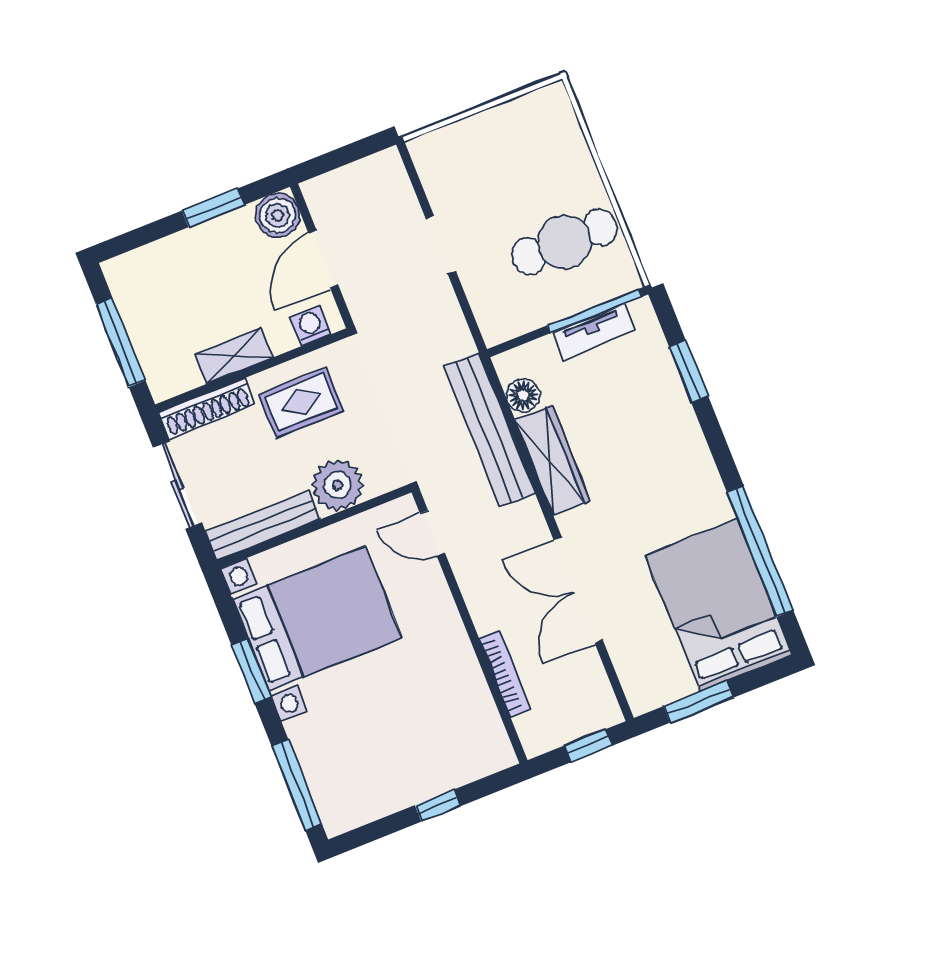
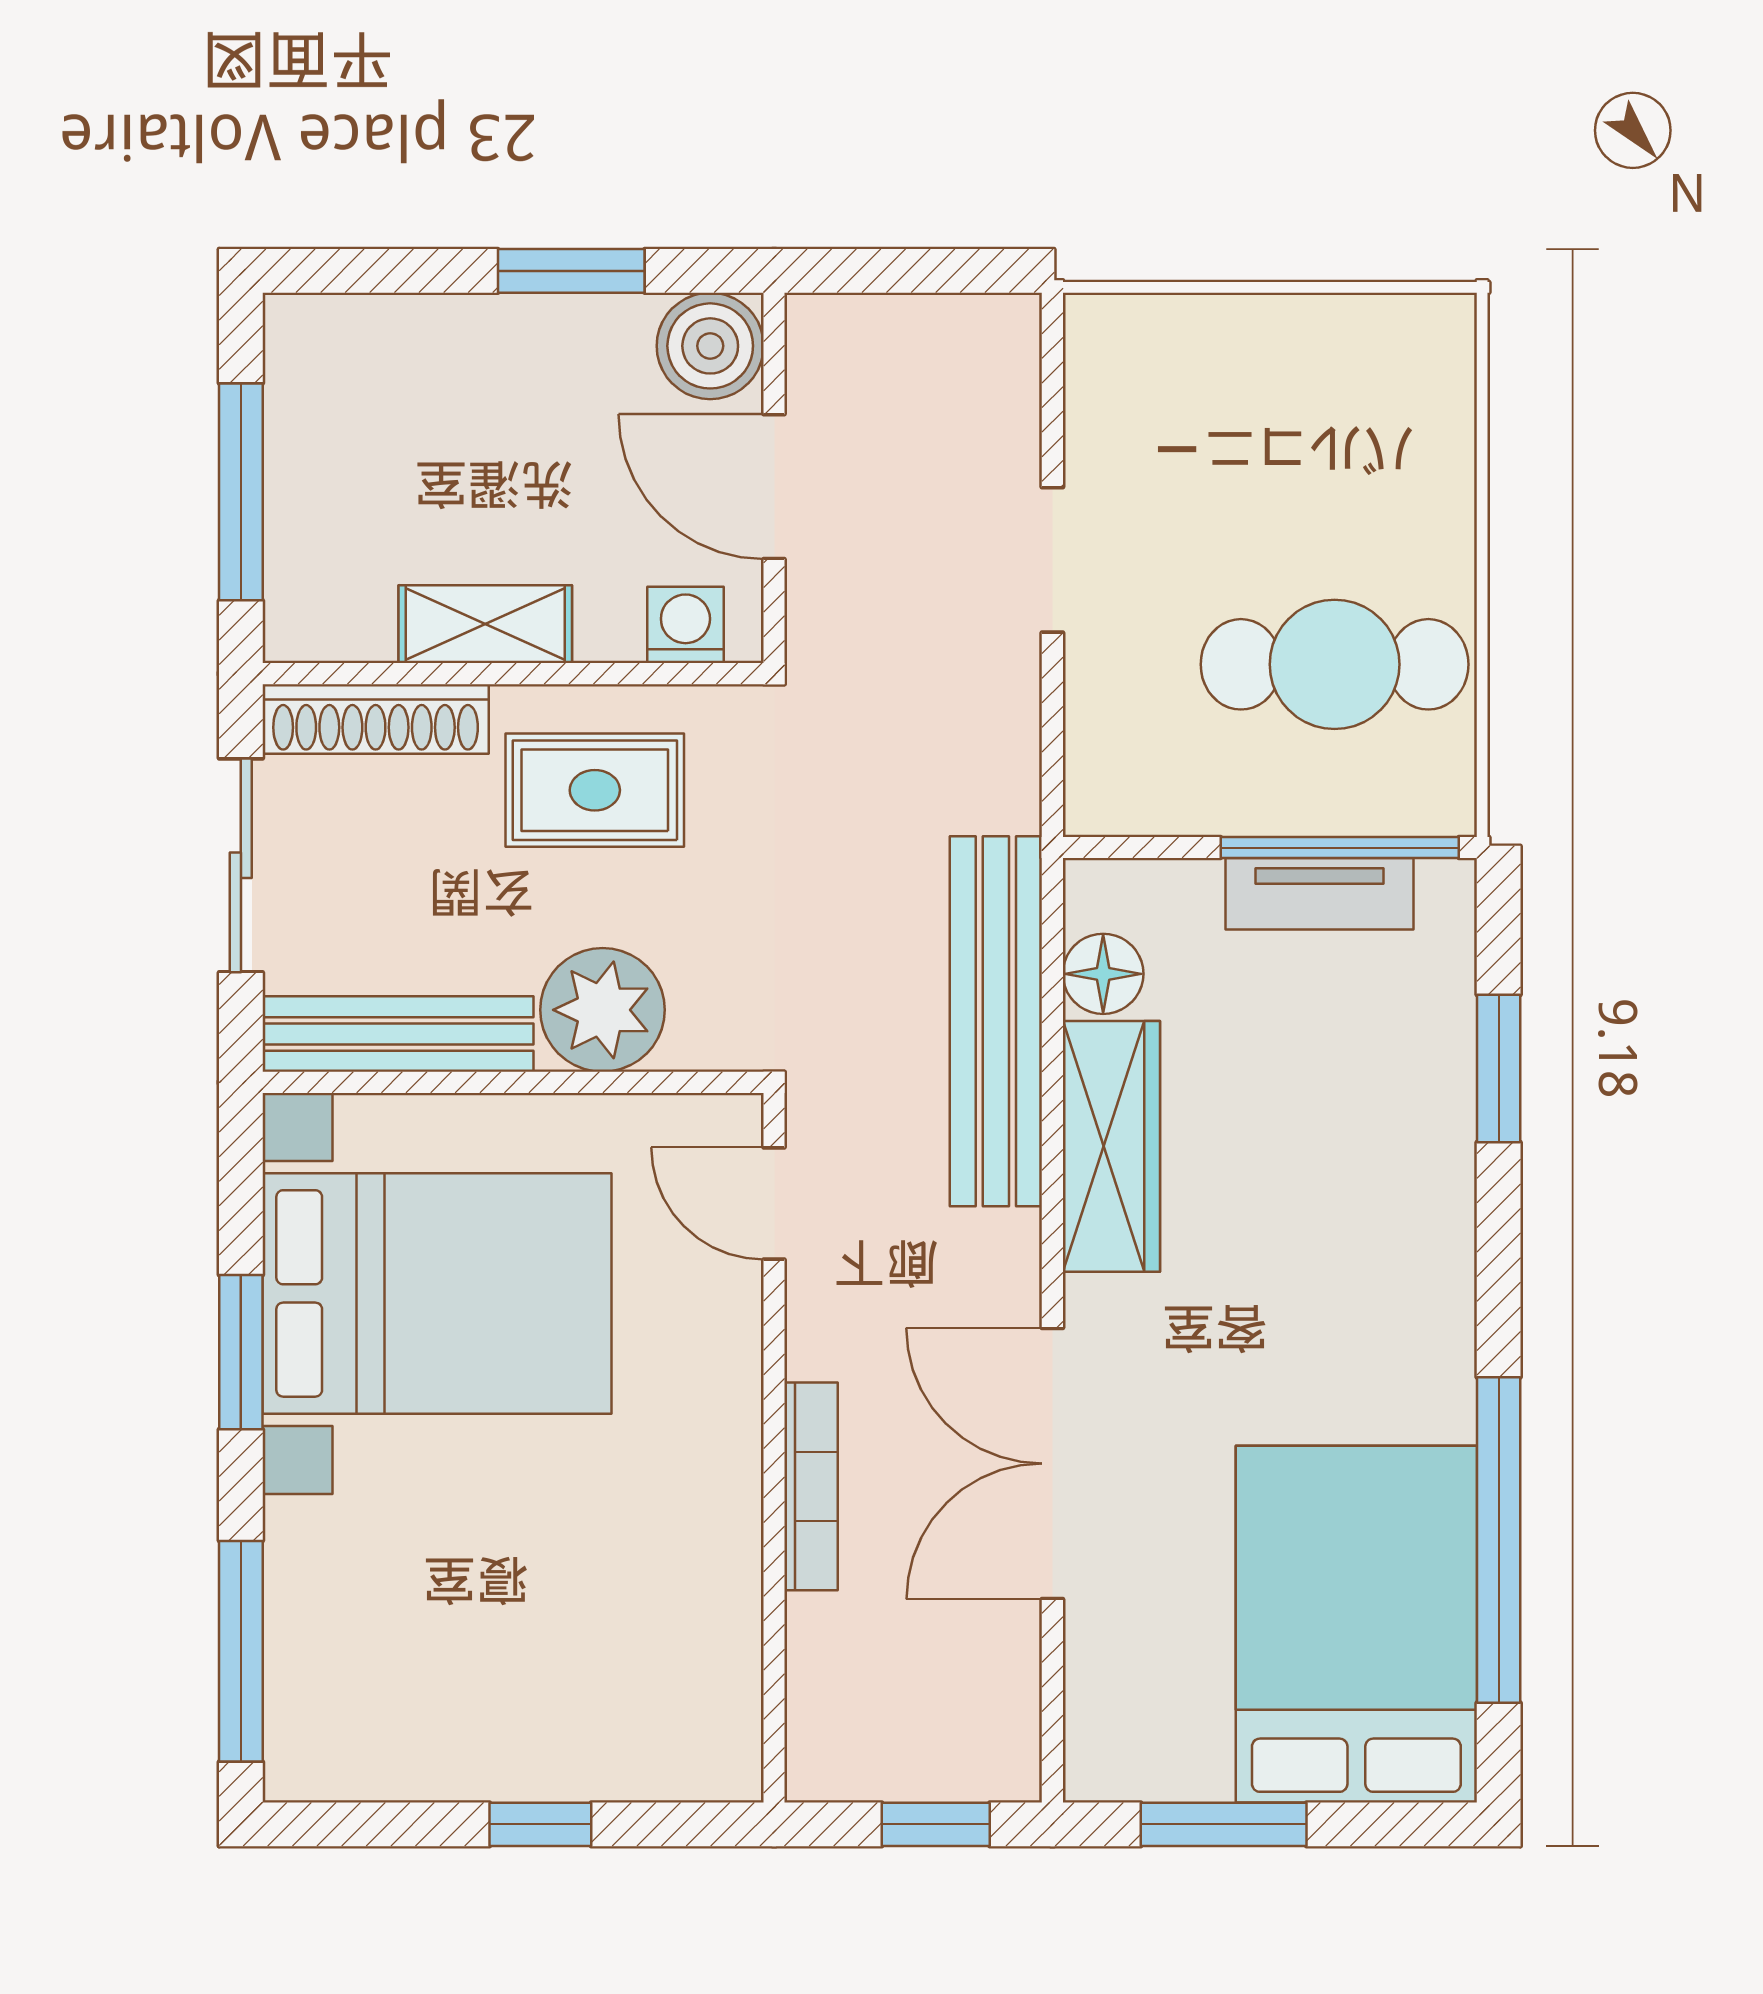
door: (323, 259) -> (774, 487), hinge flipped
bookcase: (505, 673) -> (811, 1486), moved

